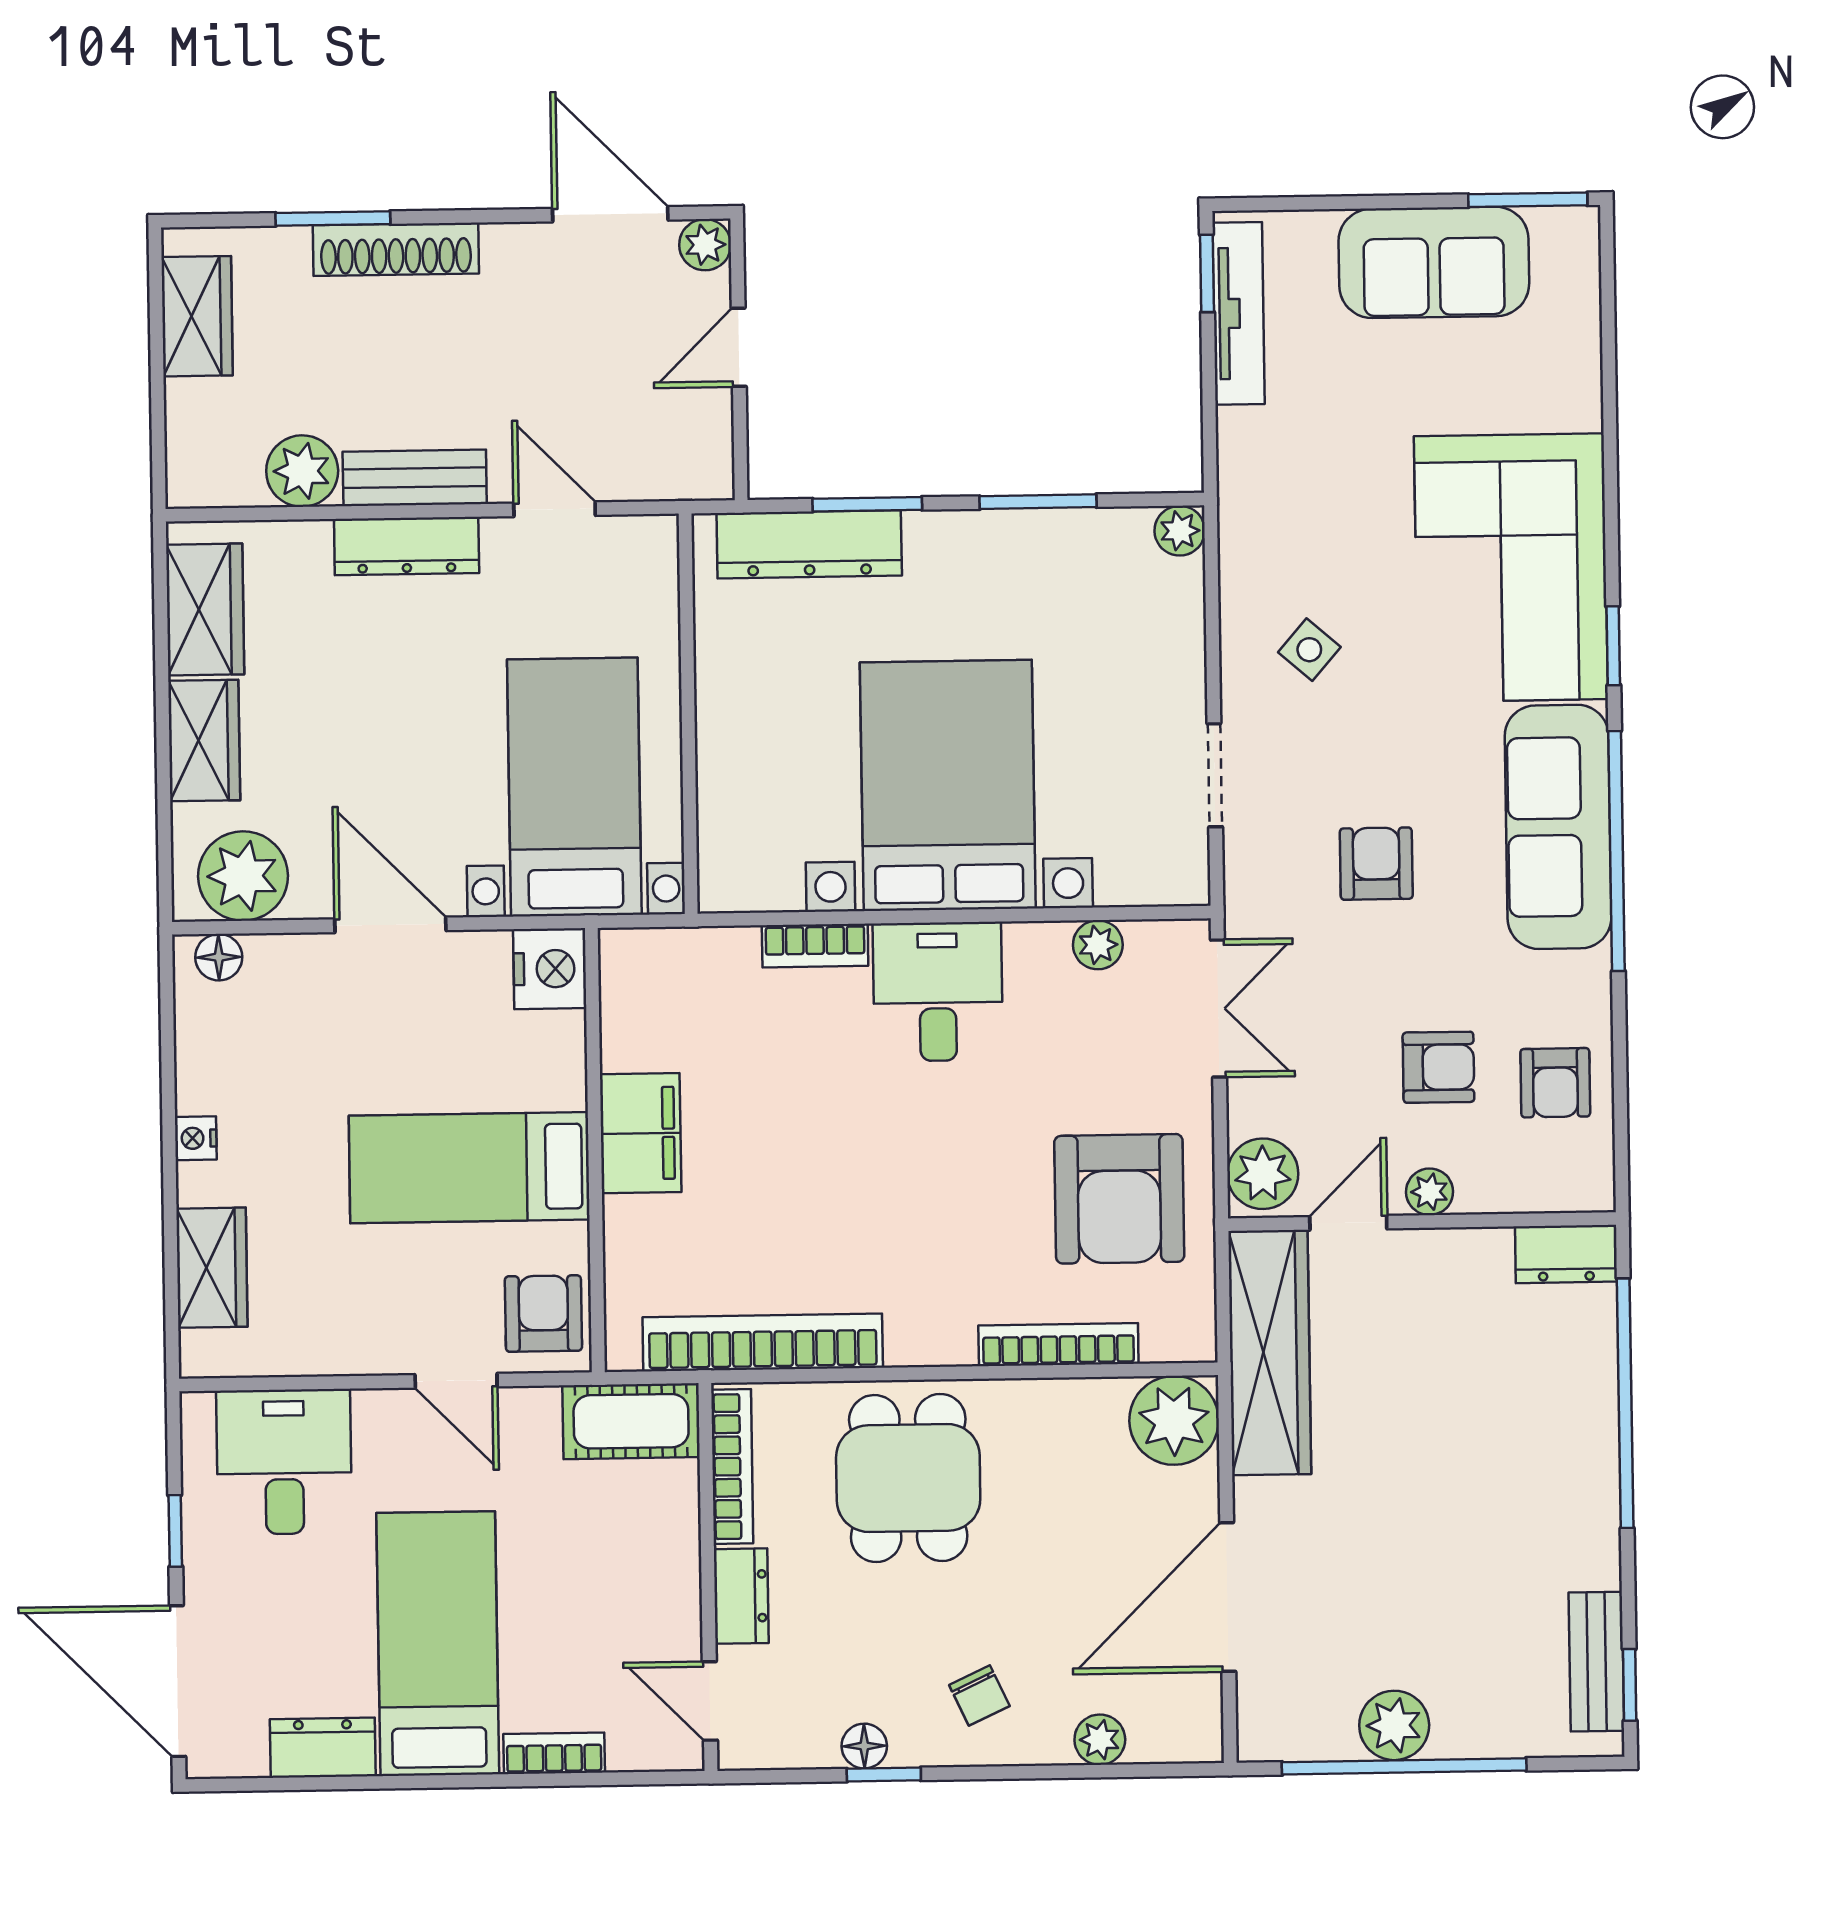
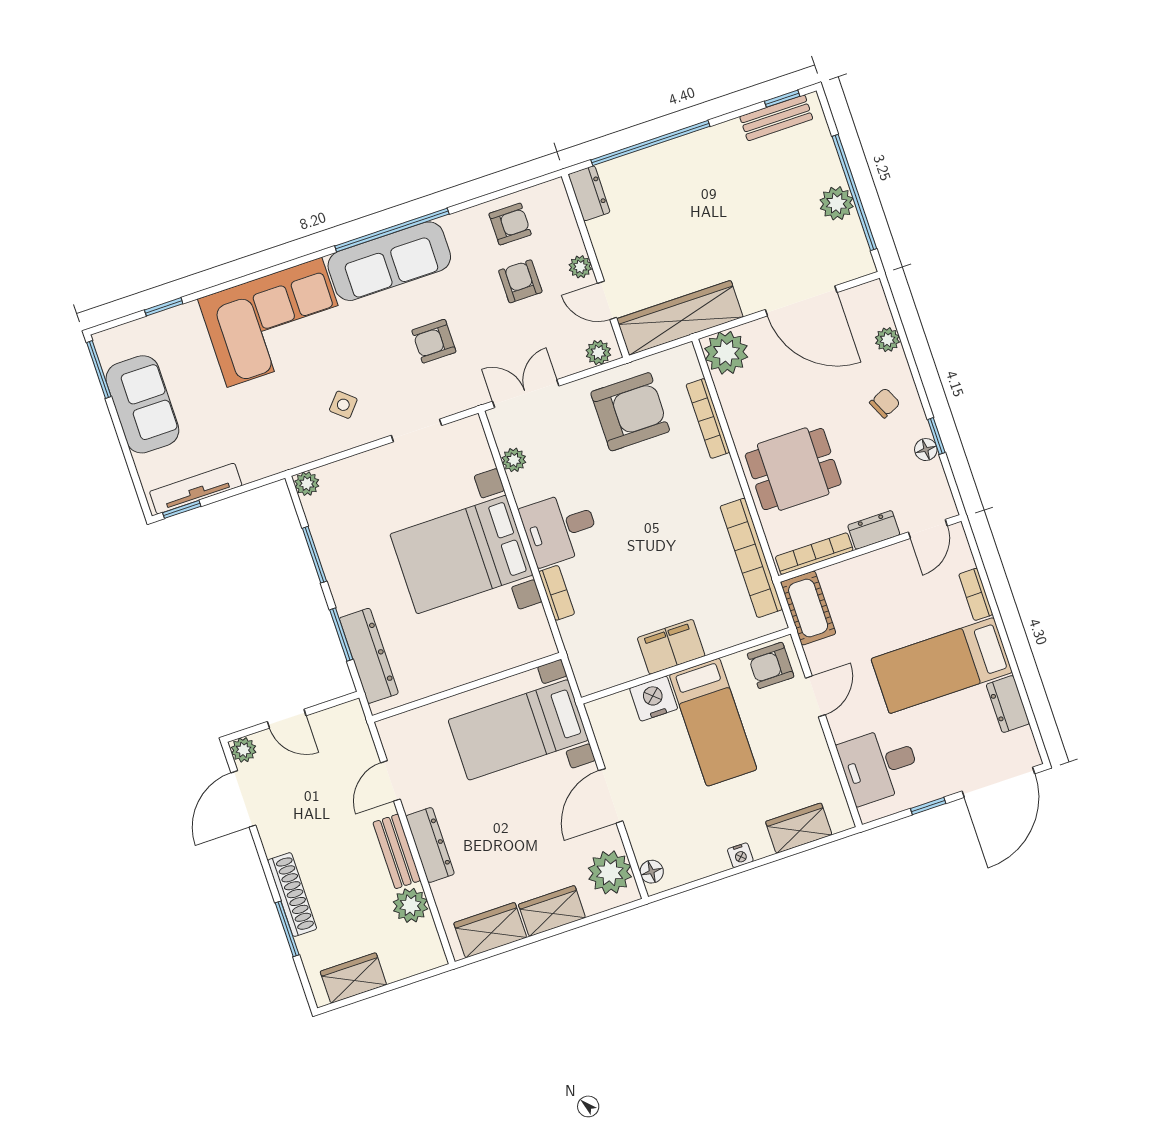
window: (1613, 646) -> (164, 307), moved
nightstand: (550, 969) -> (654, 699), moved
plant: (1263, 1174) -> (598, 353), width x0.73, depth x0.73

